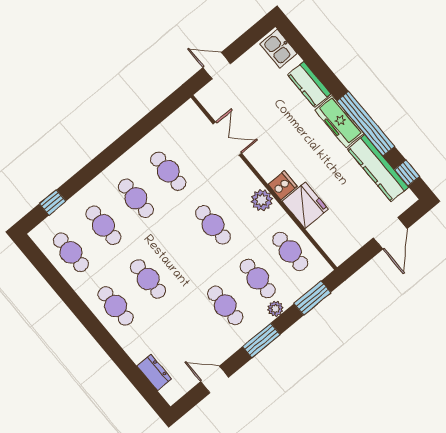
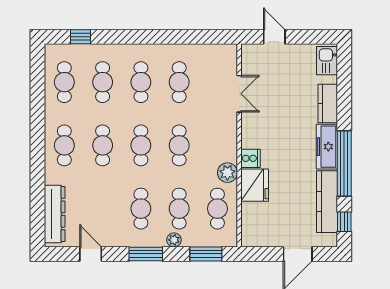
plant: (262, 200) -> (227, 173), moved
cafe table: (181, 252) -> (141, 145), added
dresser: (154, 372) -> (55, 214), width x1.96, depth x1.24

